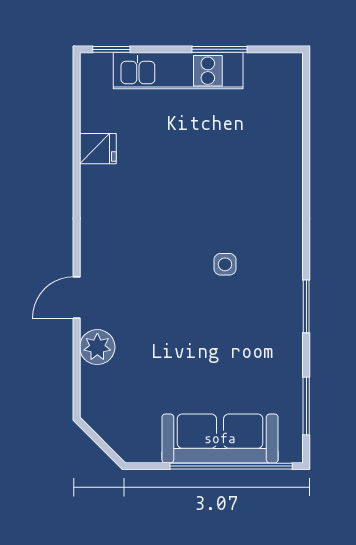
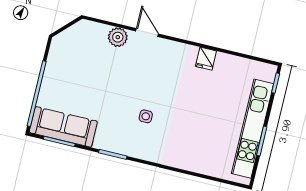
kitchen unit: (178, 71) -> (253, 129), width x1.36
fridge: (98, 149) -> (206, 59), moved
sofa: (220, 438) -> (63, 127), moved, turned -90

